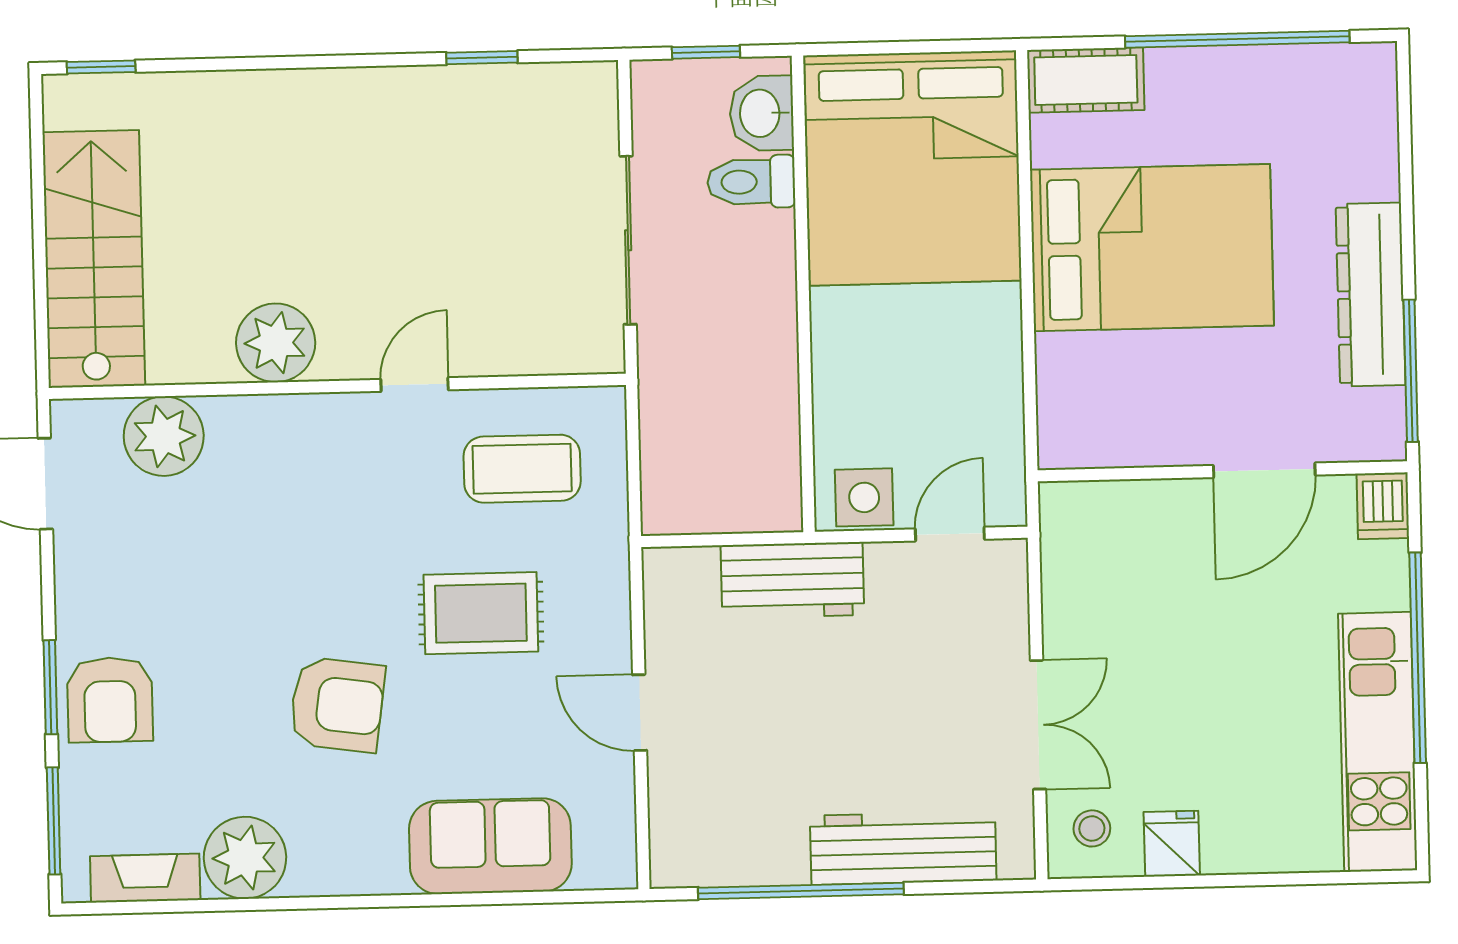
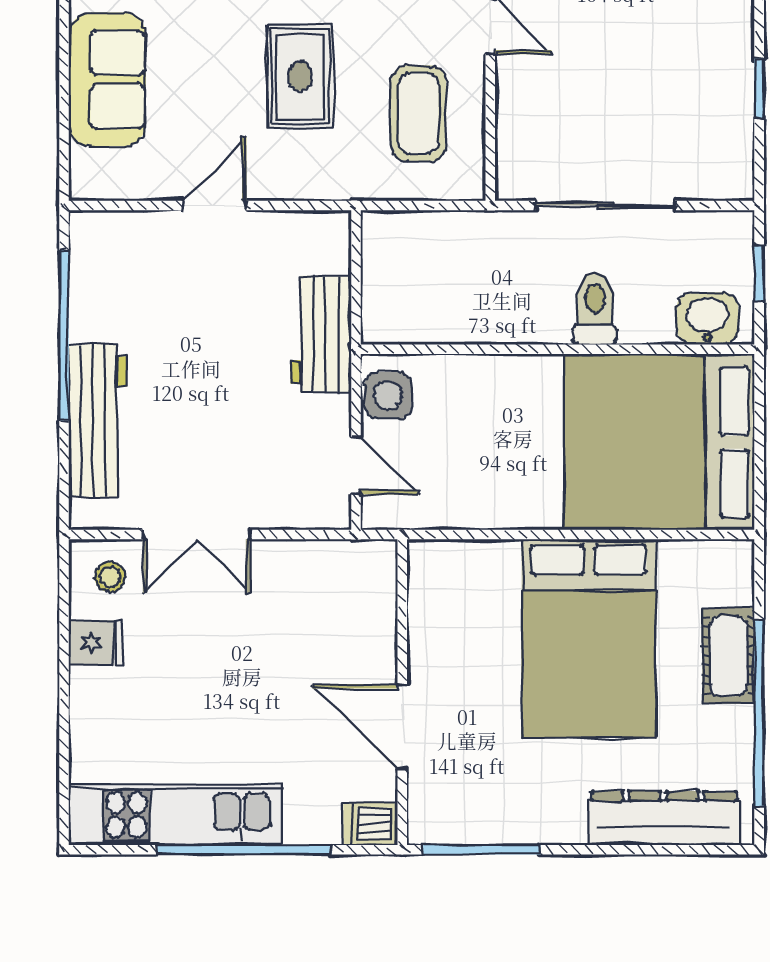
cot: (1086, 80) -> (728, 656), moved
toilet: (751, 182) -> (595, 308), moved
dresser: (1371, 295) -> (664, 818), moved

